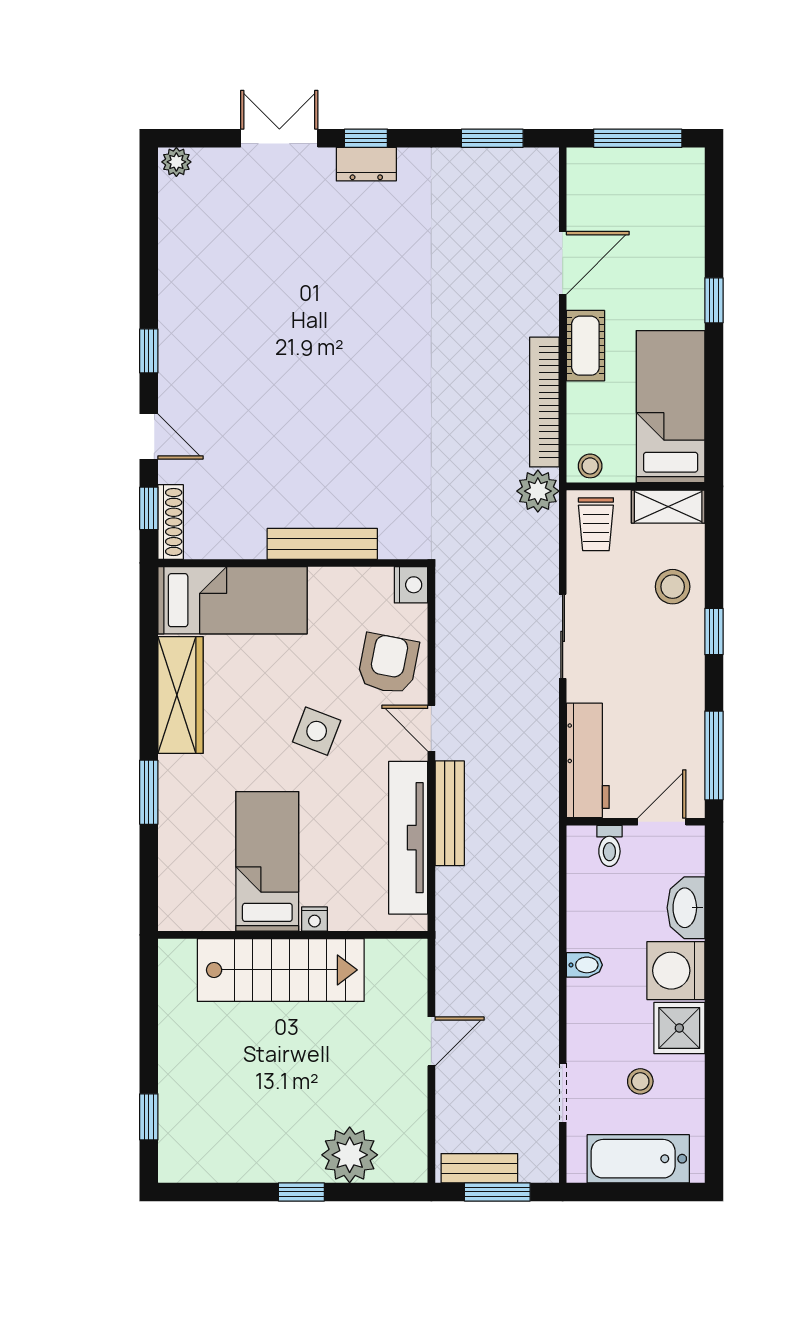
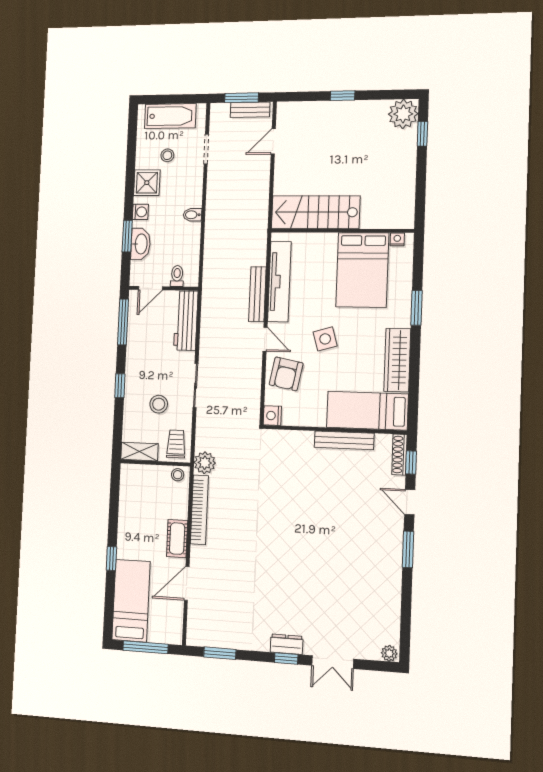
window: (149, 351) -> (408, 549), width x1.50
bed: (671, 407) -> (131, 601), moved, turned 180
bench: (322, 544) -> (344, 440), moved
stool: (673, 587) -> (159, 404), moved
side table: (317, 731) -> (325, 339), turned -37
bed: (267, 861) -> (362, 270), width x1.50
nightstand: (314, 919) -> (397, 239), moved
window: (714, 923) -> (127, 236), added
stairs: (281, 970) -> (315, 212), moved
washing machine: (676, 971) -> (140, 212), width x0.53, depth x0.53
door: (431, 1041) -> (273, 141), moved
plant: (350, 1155) -> (403, 114), moved

